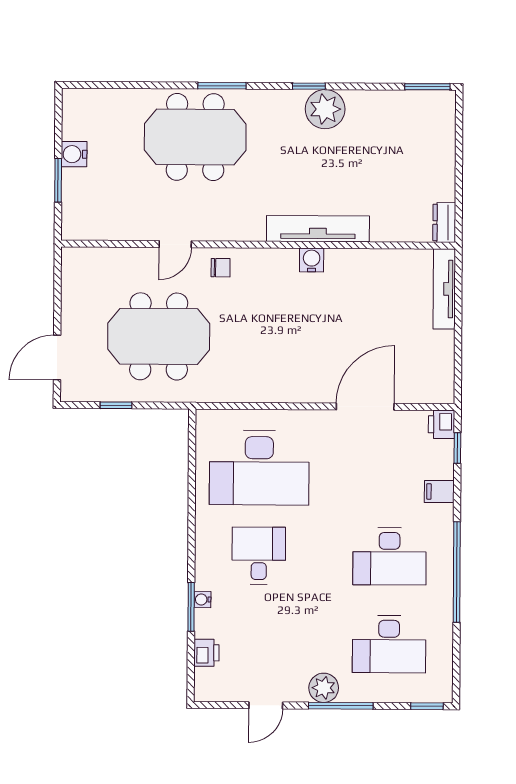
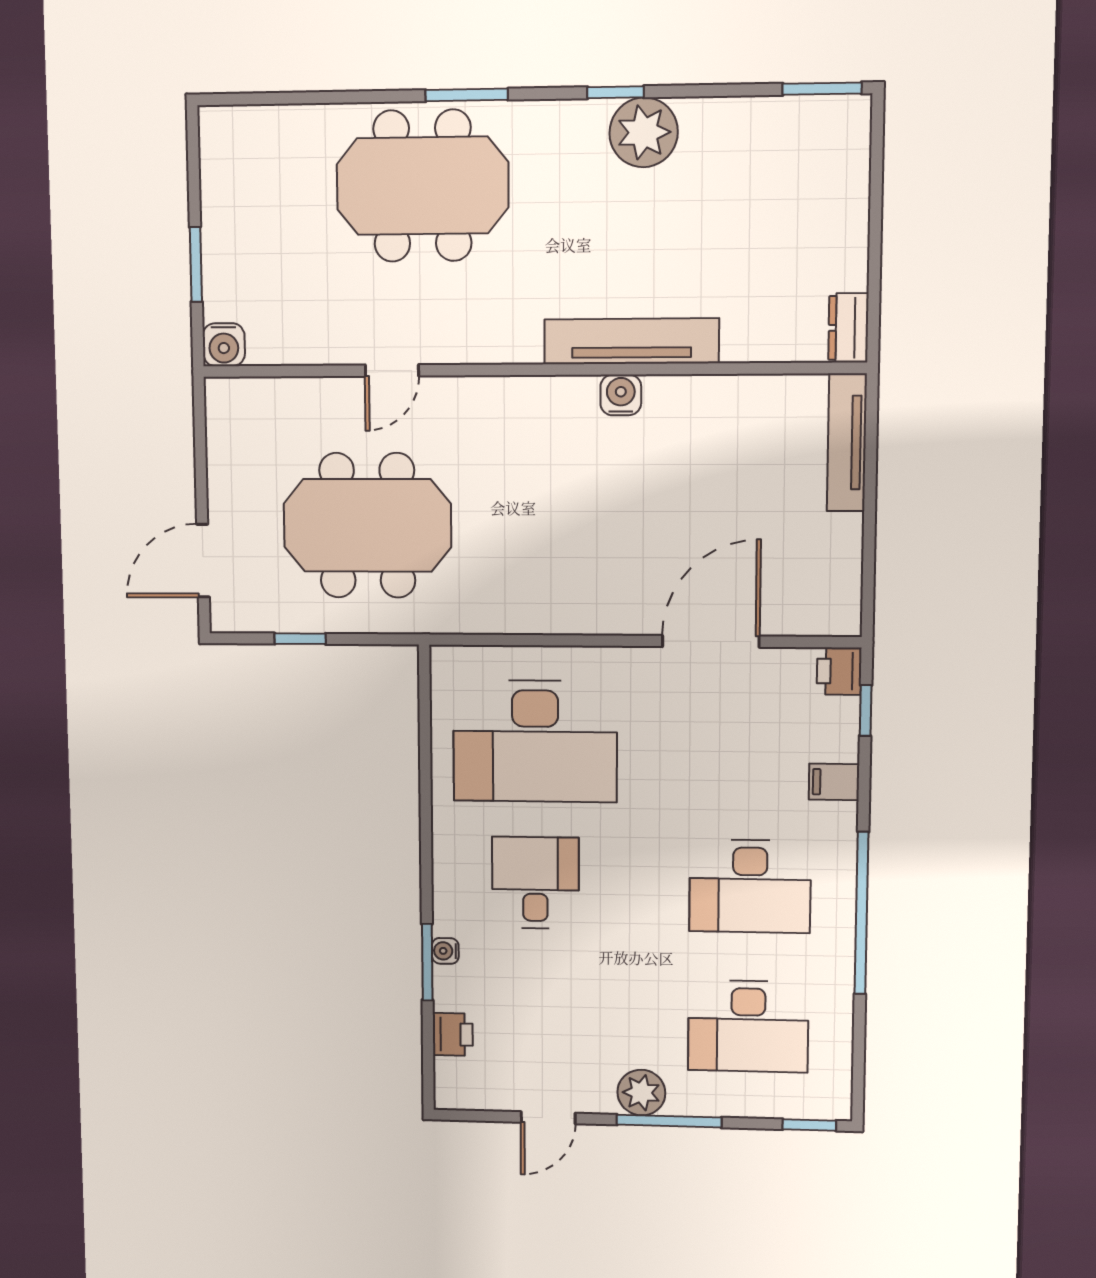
water cooler: (74, 154) -> (224, 345), moved, turned -90
chair: (221, 268) -> (468, 409), removed

